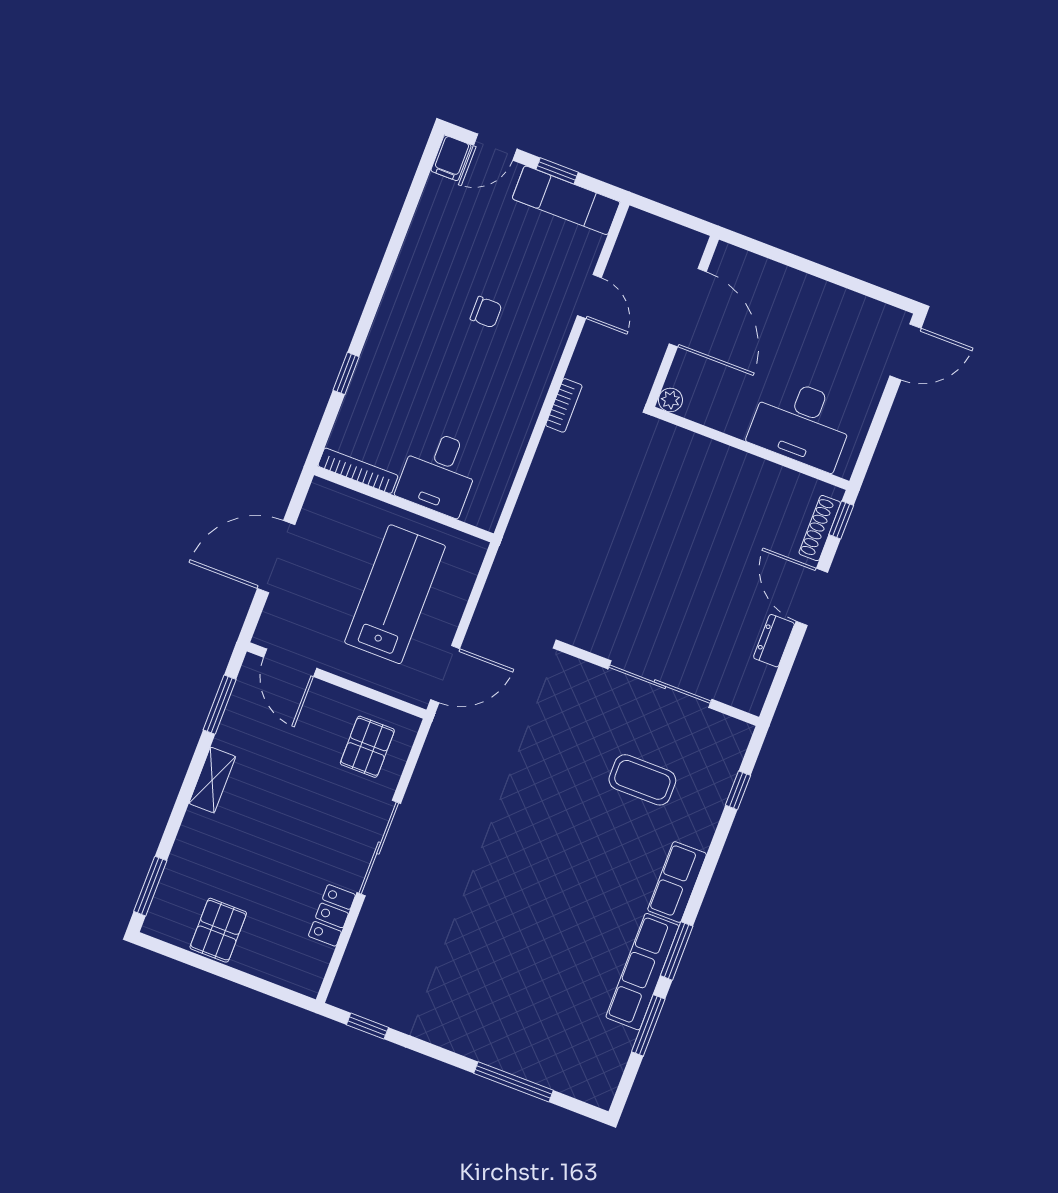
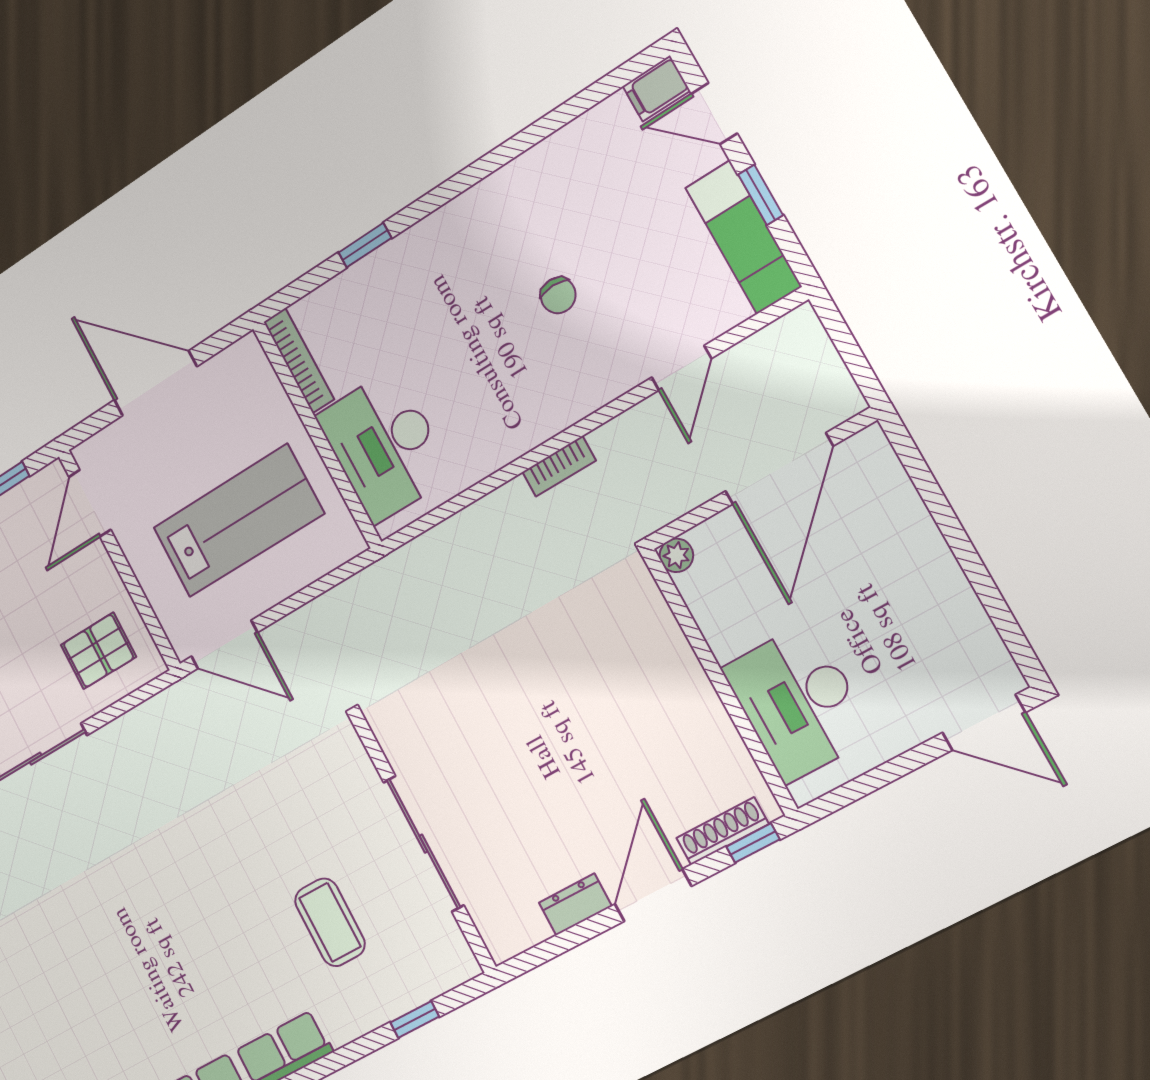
desk: (439, 473) -> (384, 446), width x1.37

